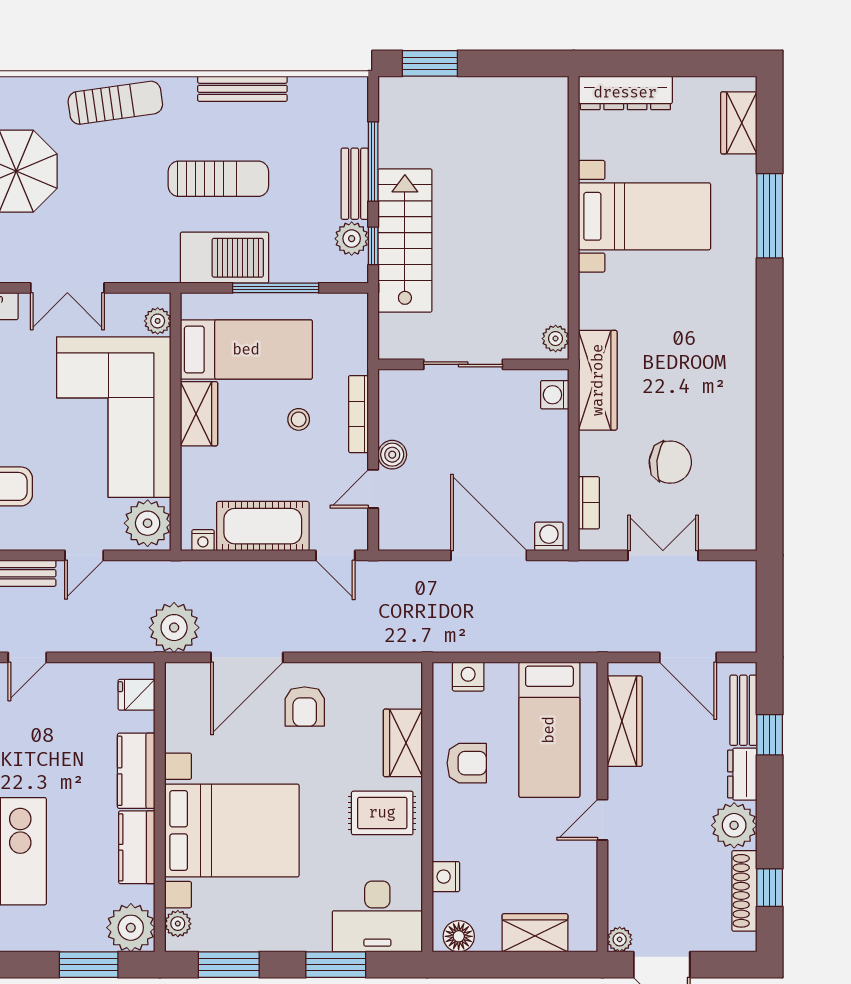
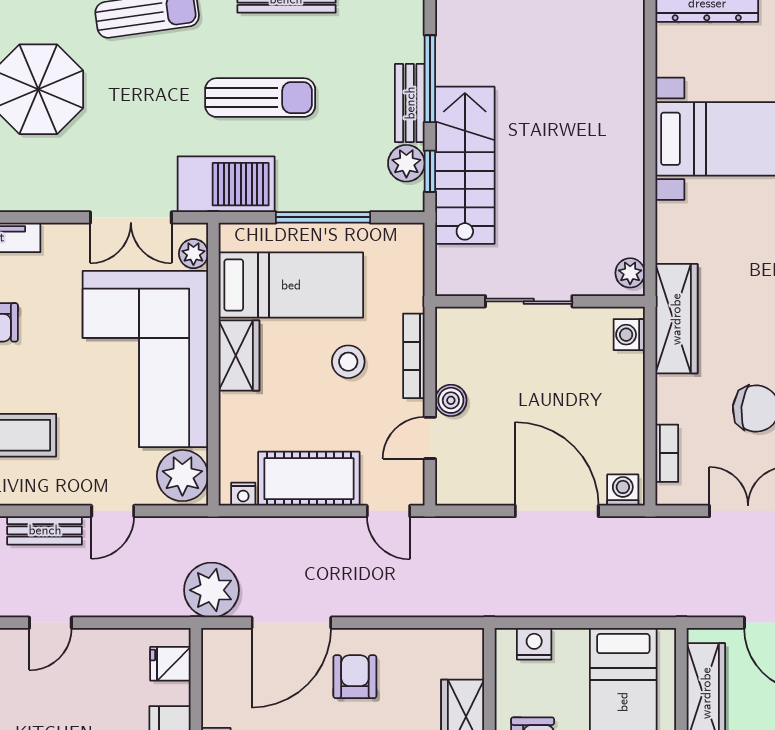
barbecue: (224, 258) -> (226, 184), moved
double door: (67, 288) -> (131, 217), moved
stool: (299, 419) -> (348, 362), width x1.37, depth x1.37
armchair: (305, 706) -> (355, 677), turned 180

